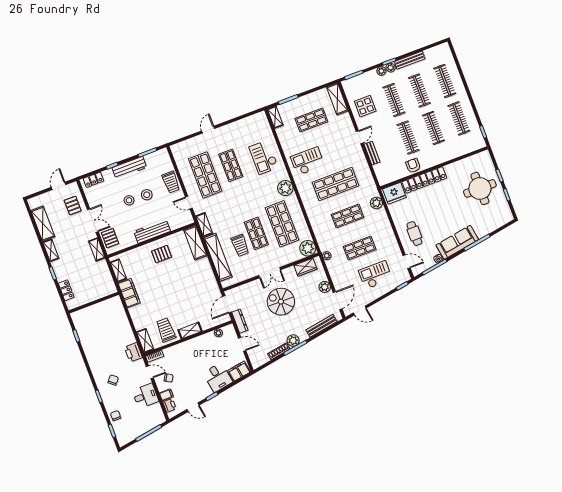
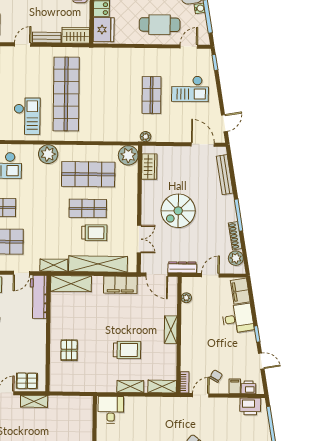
door: (360, 137) -> (23, 45), hinge flipped
checkout: (308, 161) -> (27, 116), turned 180
wardrobe: (382, 174) -> (76, 35), added
shop shelf: (335, 184) -> (66, 94), width x1.40
plant: (376, 203) -> (107, 55), removed
shop shelf: (348, 216) -> (109, 94), removed
workbench: (152, 231) -> (38, 297), moved
cafe table: (414, 234) -> (160, 25), width x1.37, depth x1.35
pallet: (161, 254) -> (69, 350), moved
shelving: (118, 270) -> (130, 386), moved
double door: (270, 273) -> (139, 239), moved
checkout: (375, 275) -> (190, 89), turned -90
plant: (325, 287) -> (181, 153), removed
filing cabinet: (129, 293) -> (120, 285), moved, turned 180
trolley: (166, 330) -> (127, 350), moved, turned 180
plant: (293, 341) -> (236, 258), moved
printer: (133, 352) -> (250, 406), moved
desk: (145, 396) -> (111, 410), moved
door: (193, 407) -> (261, 361), hinge flipped

